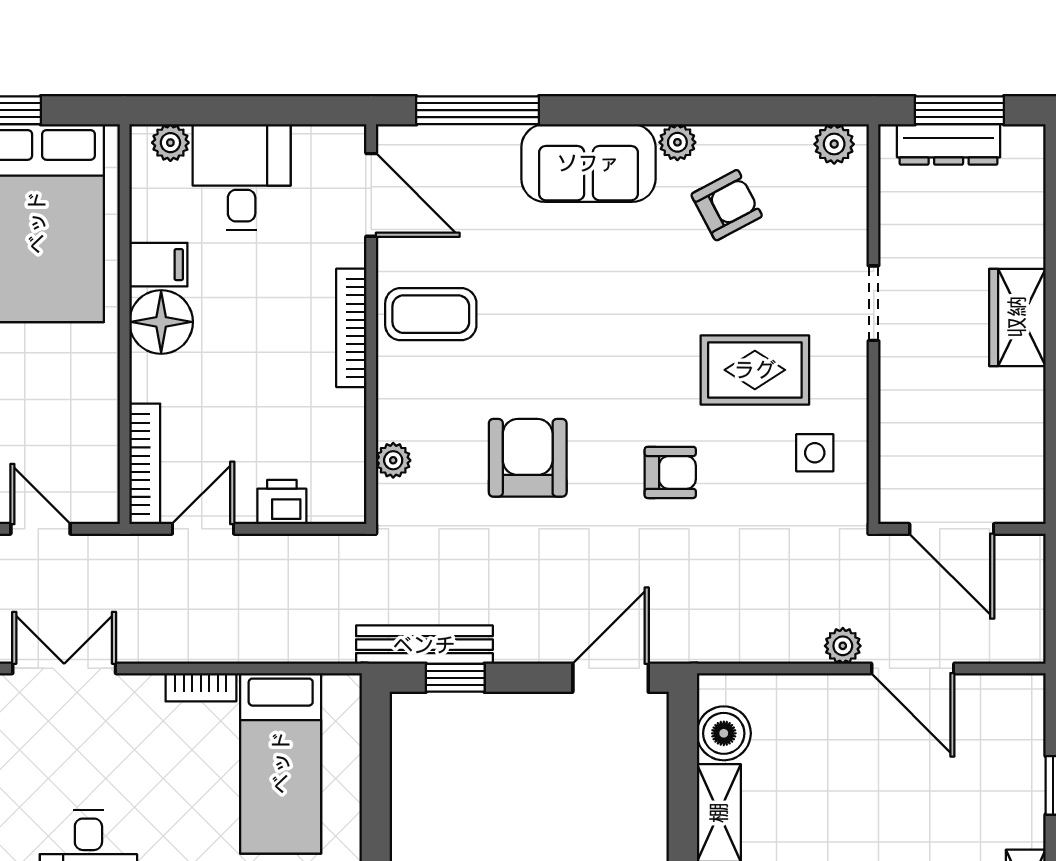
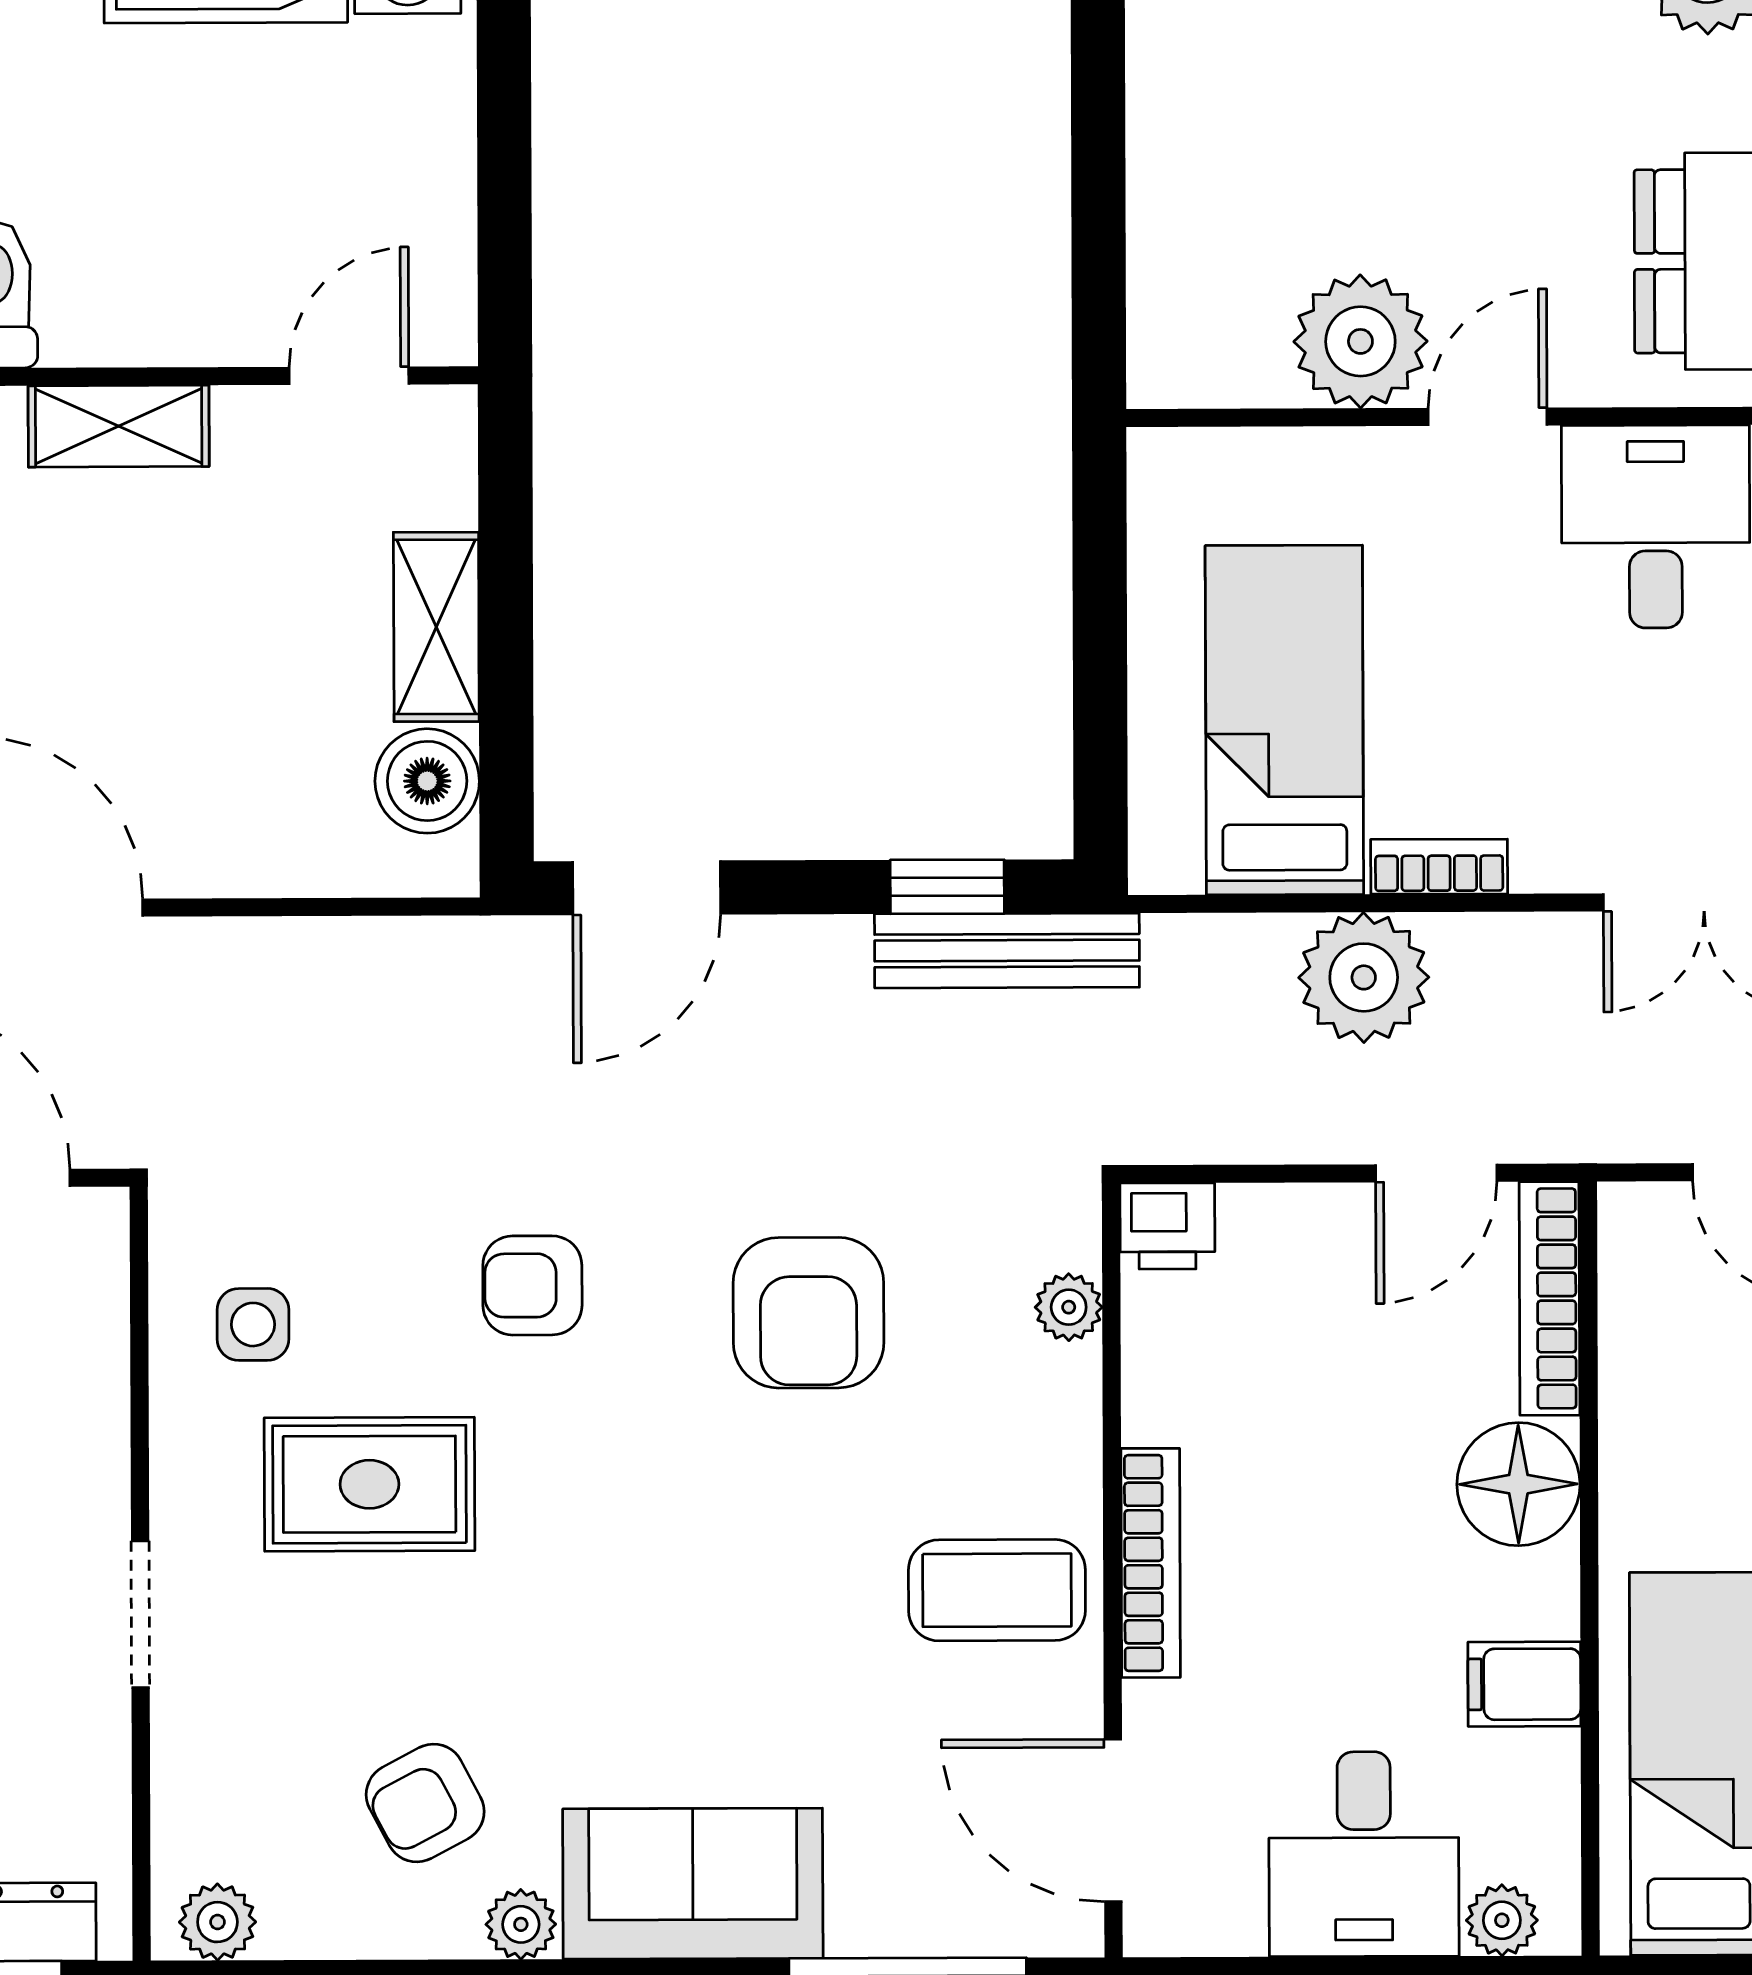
floor lamp: (161, 322) -> (1518, 1484), moved
printer: (282, 502) -> (1167, 1226), moved
plant: (843, 646) -> (1364, 977), moved, width x1.88, depth x1.88

